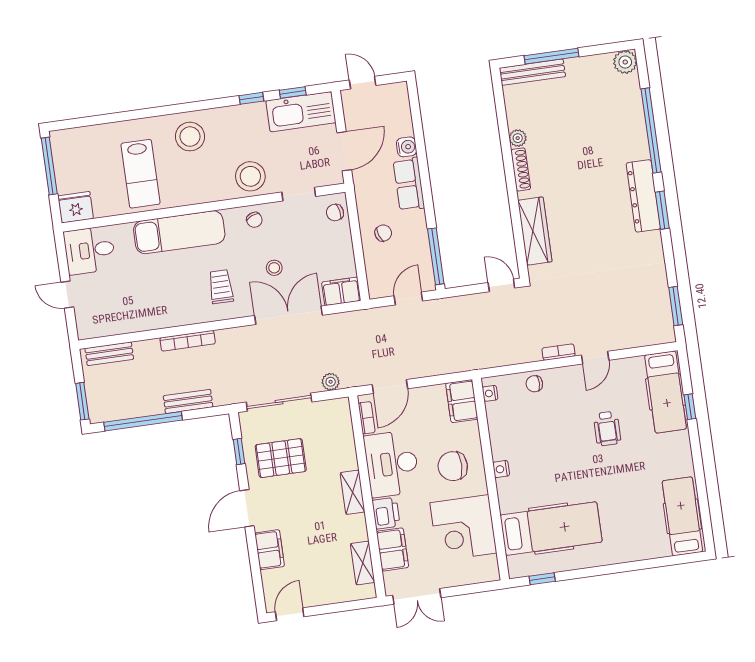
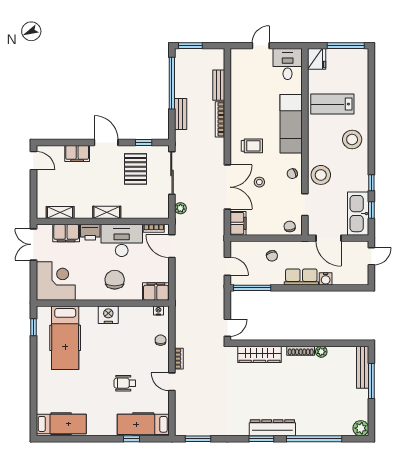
bench: (109, 354) -> (219, 85), moved
nightstand: (501, 469) -> (108, 315), width x1.89, depth x1.79
corner desk: (463, 528) -> (56, 281), moved, turned 90

